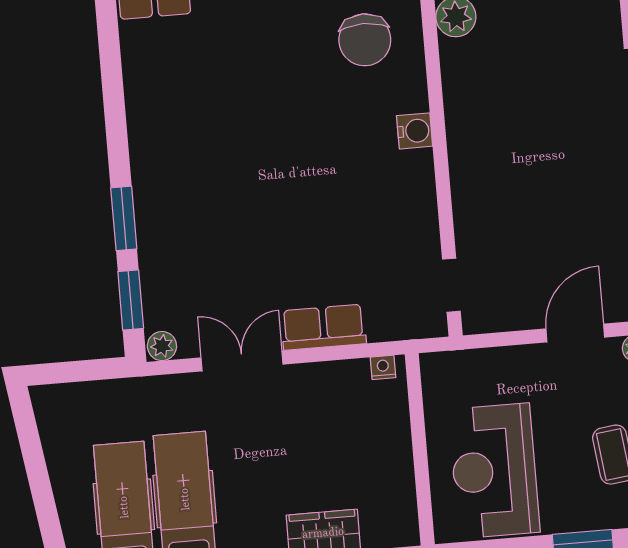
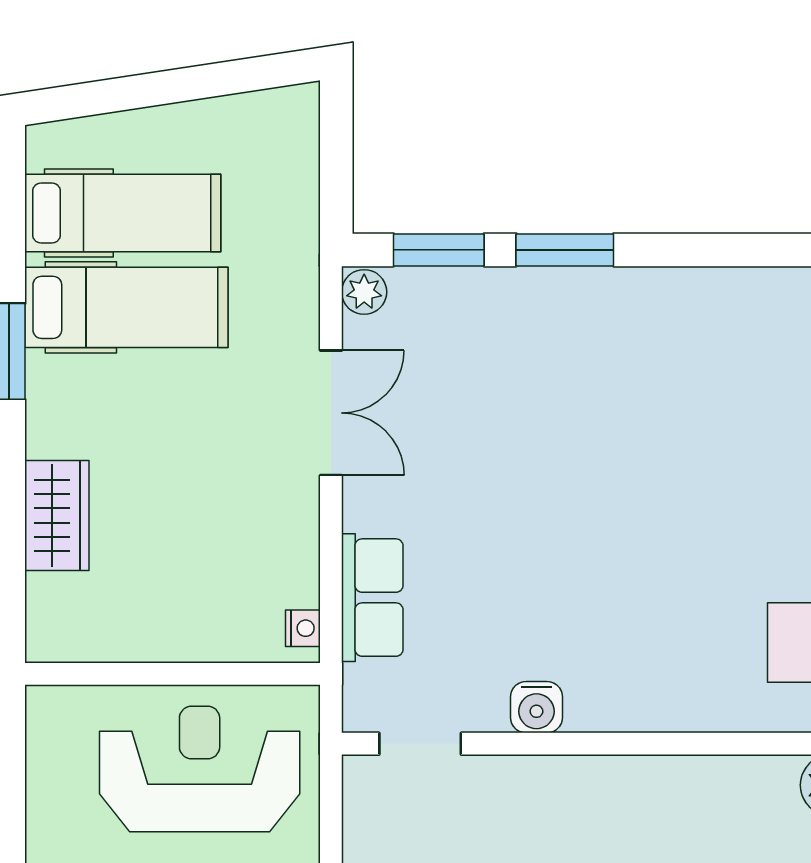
water cooler: (415, 131) -> (536, 707), moved
row of seats: (323, 327) -> (372, 598), moved
reception desk: (494, 471) -> (200, 769), moved

